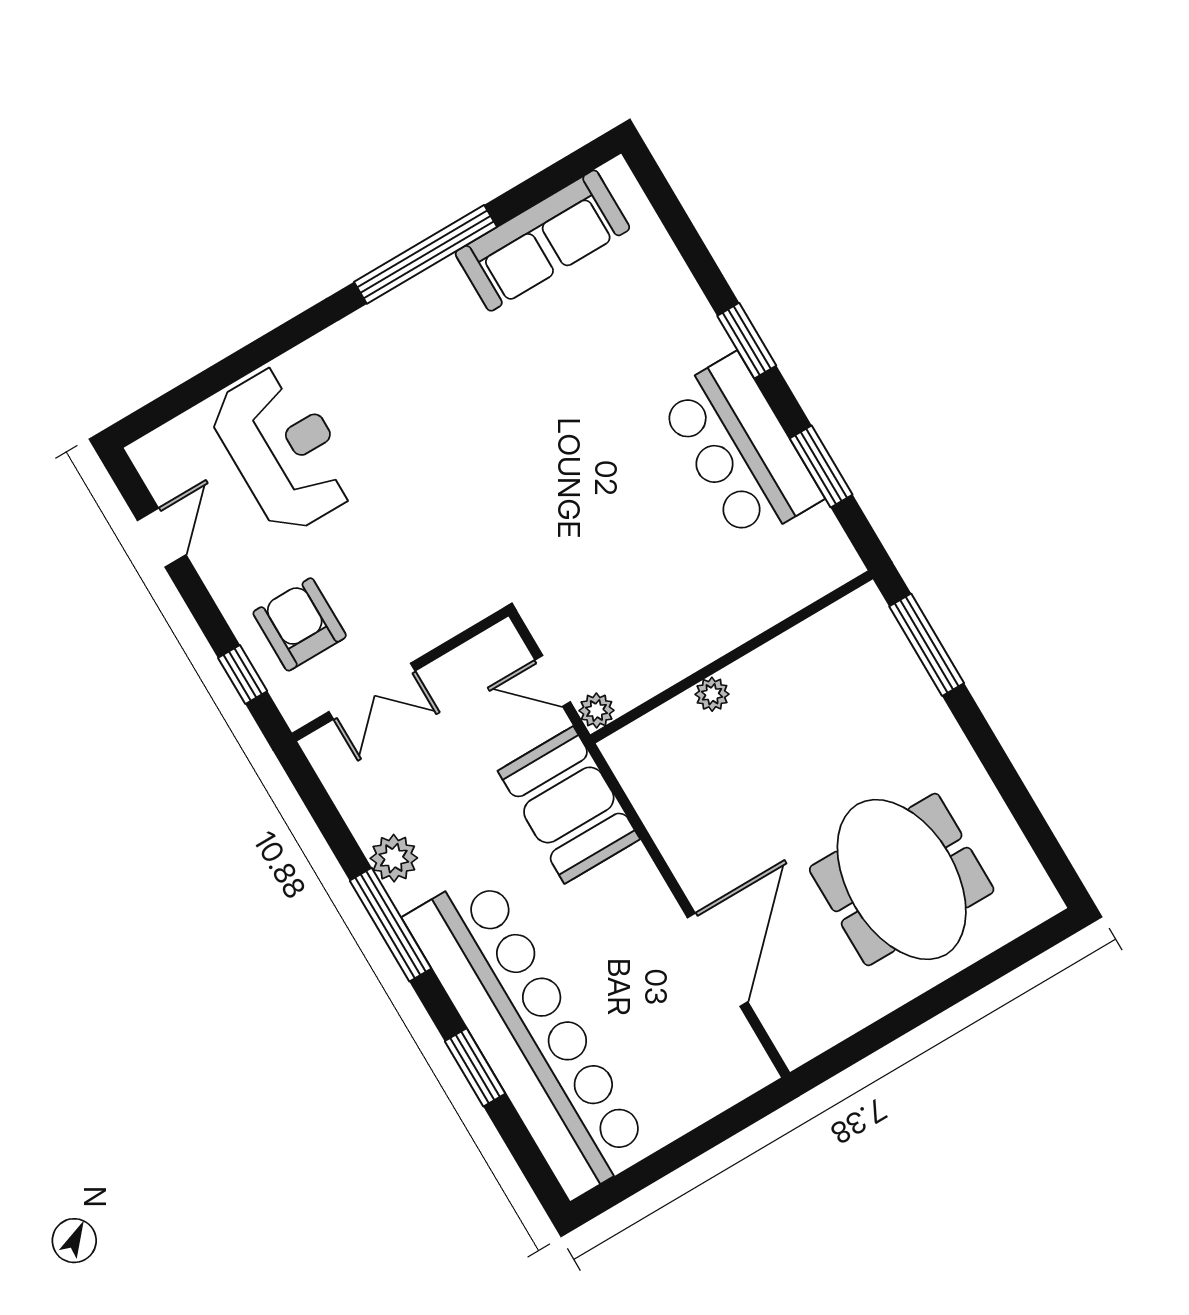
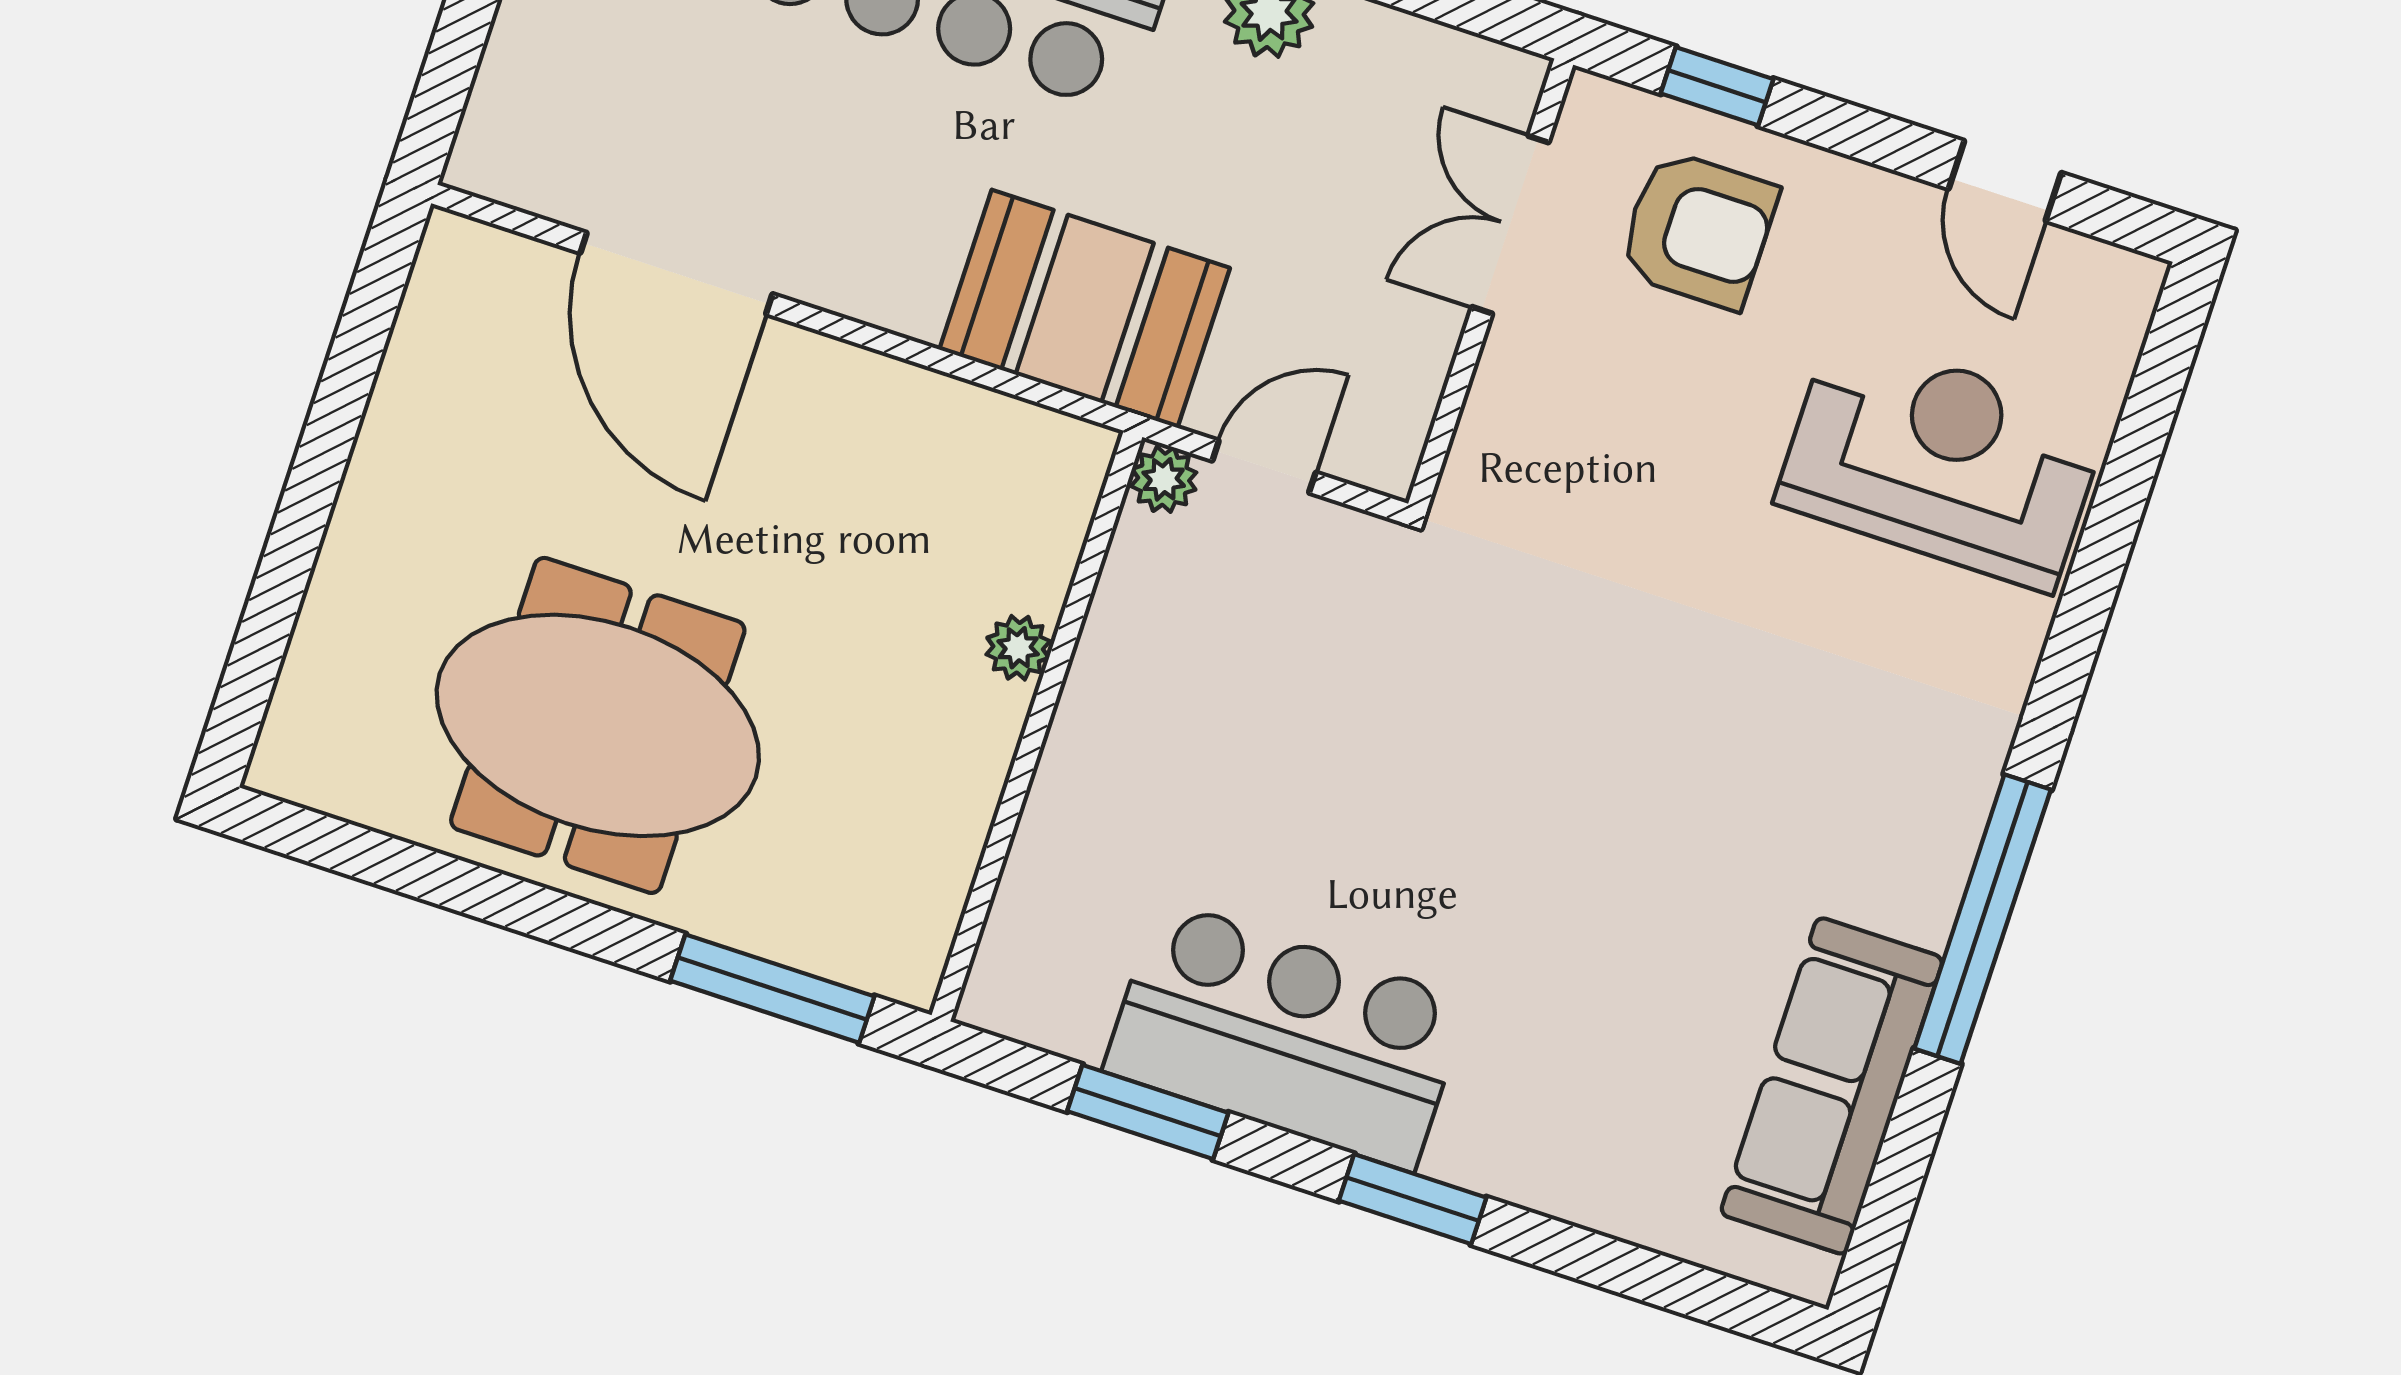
reception desk: (284, 449) -> (1941, 461), turned 180
meeting table: (902, 879) -> (598, 725), moved

